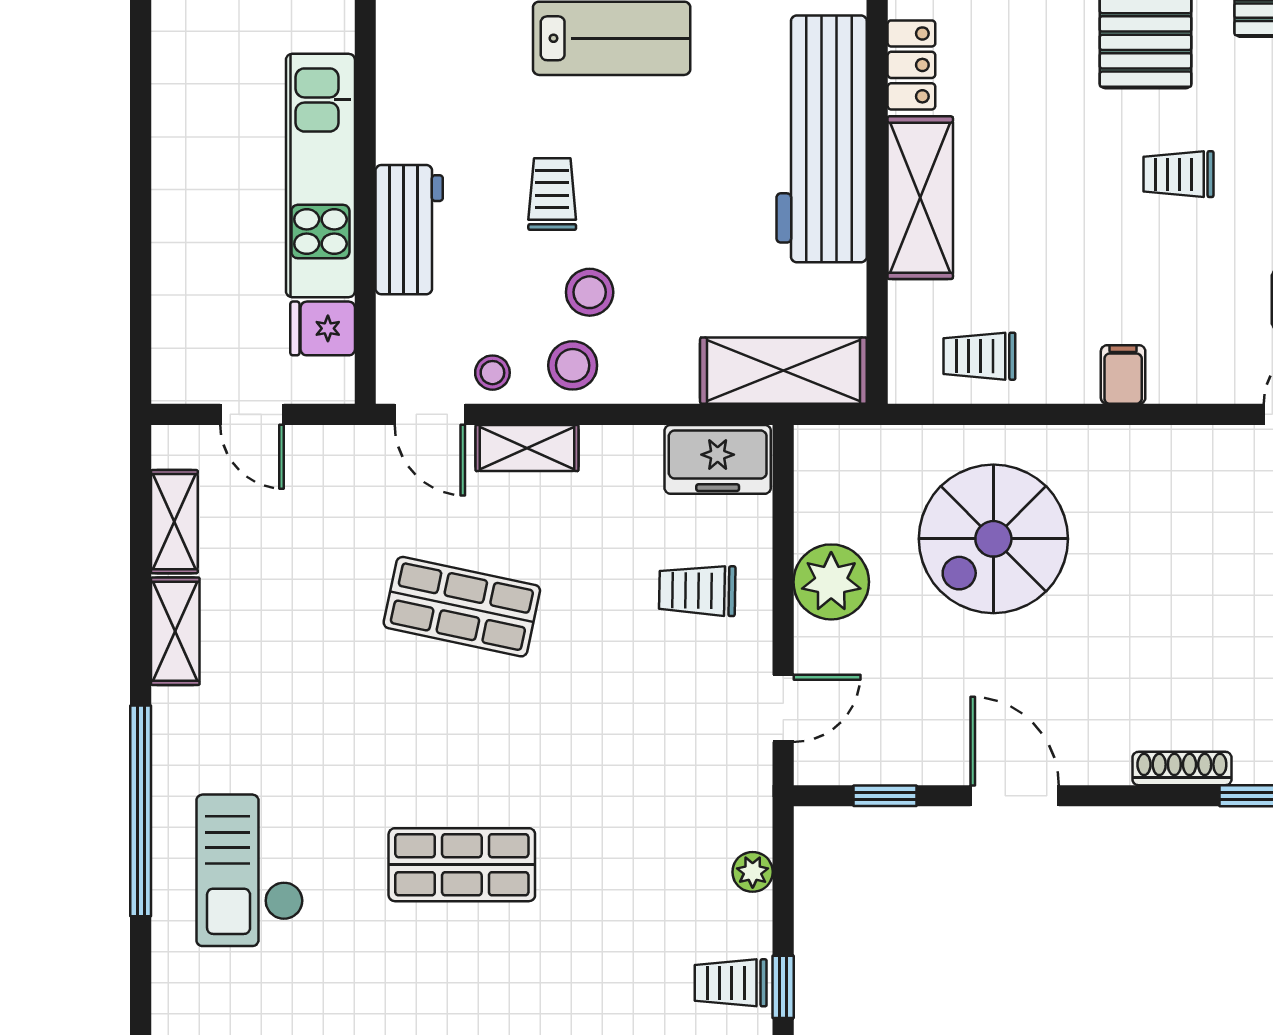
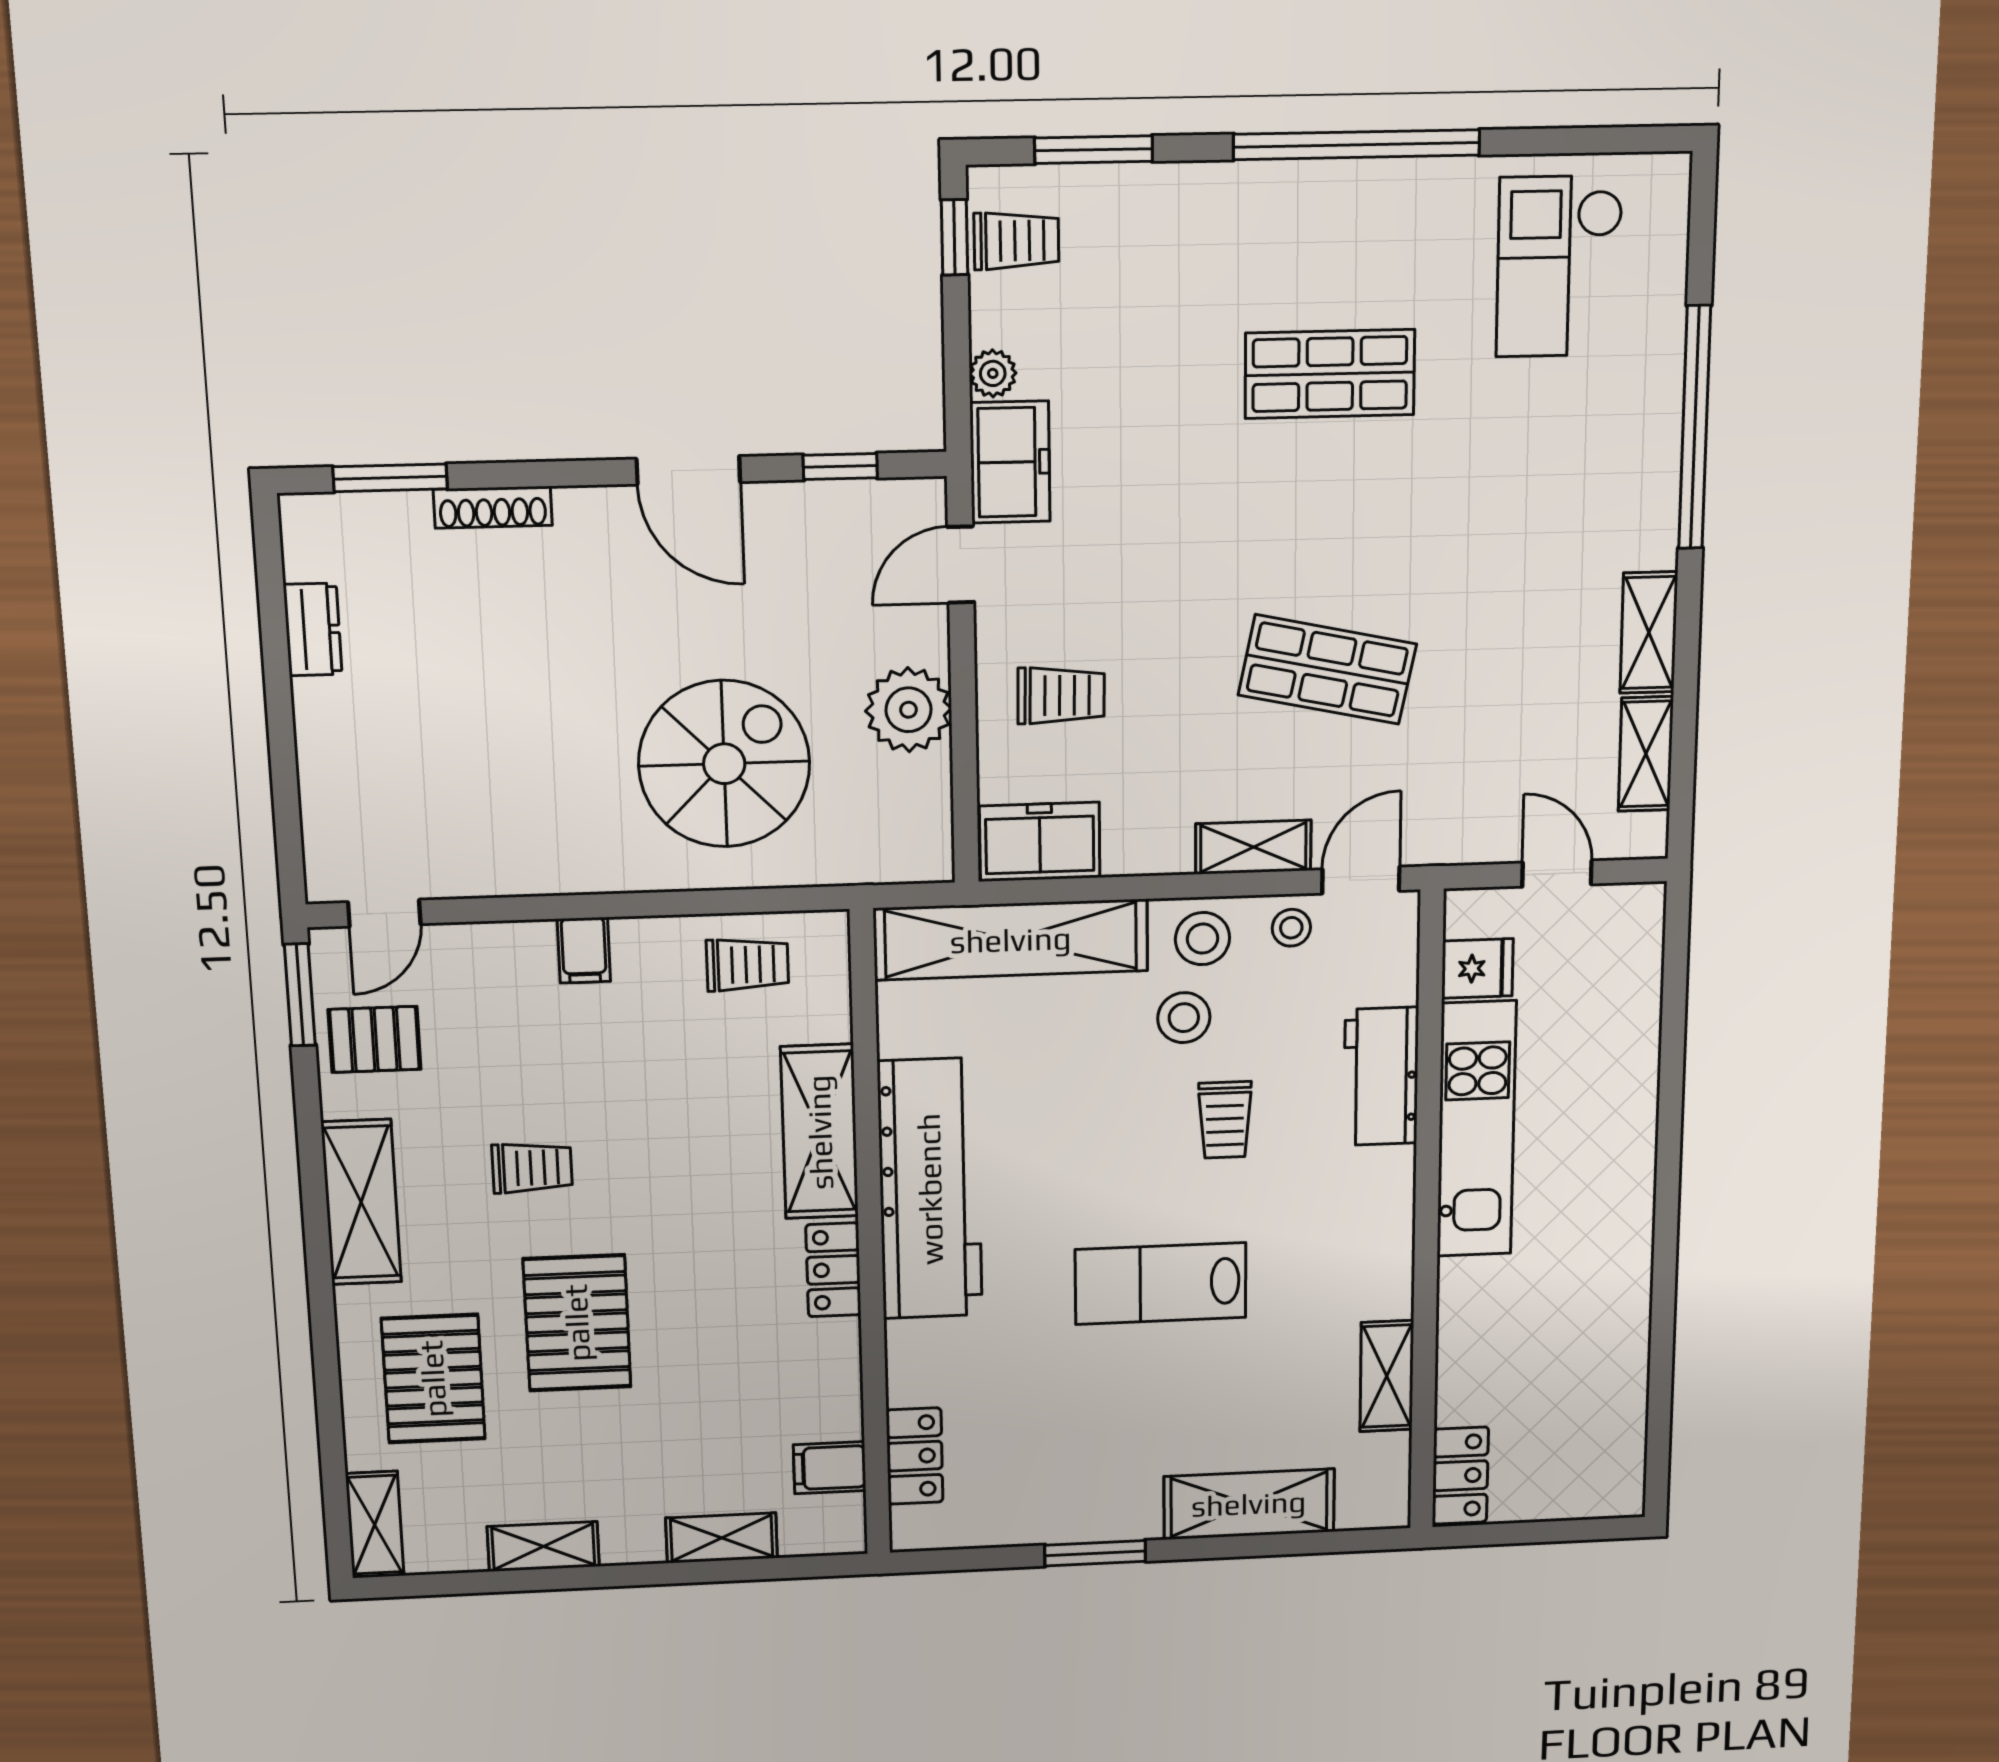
shelving: (783, 371) -> (1011, 940), width x1.47
door: (430, 414) -> (1361, 880), hinge flipped
freezer: (739, 796) -> (1010, 462), added
checkout: (250, 870) -> (1559, 266), moved, turned 180

